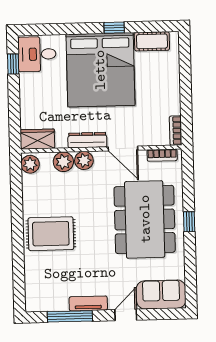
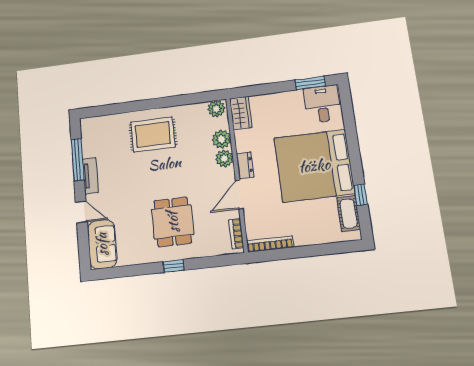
window: (114, 28) -> (361, 195), moved
window: (13, 64) -> (310, 83), width x1.50
bookcase: (176, 131) -> (270, 244), width x1.56
dresser: (87, 140) -> (245, 165), width x0.70
dining table: (145, 219) -> (173, 222), width x0.53, depth x0.80
rug: (51, 234) -> (153, 134), turned 90

